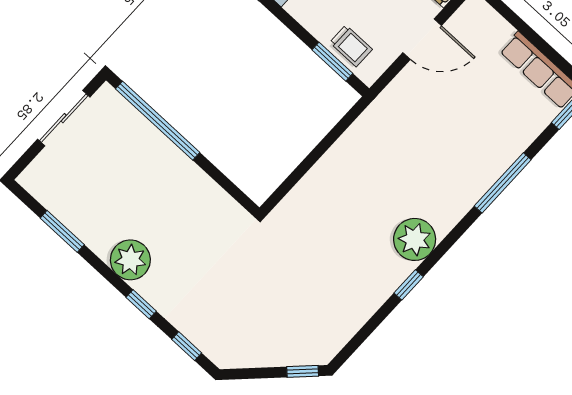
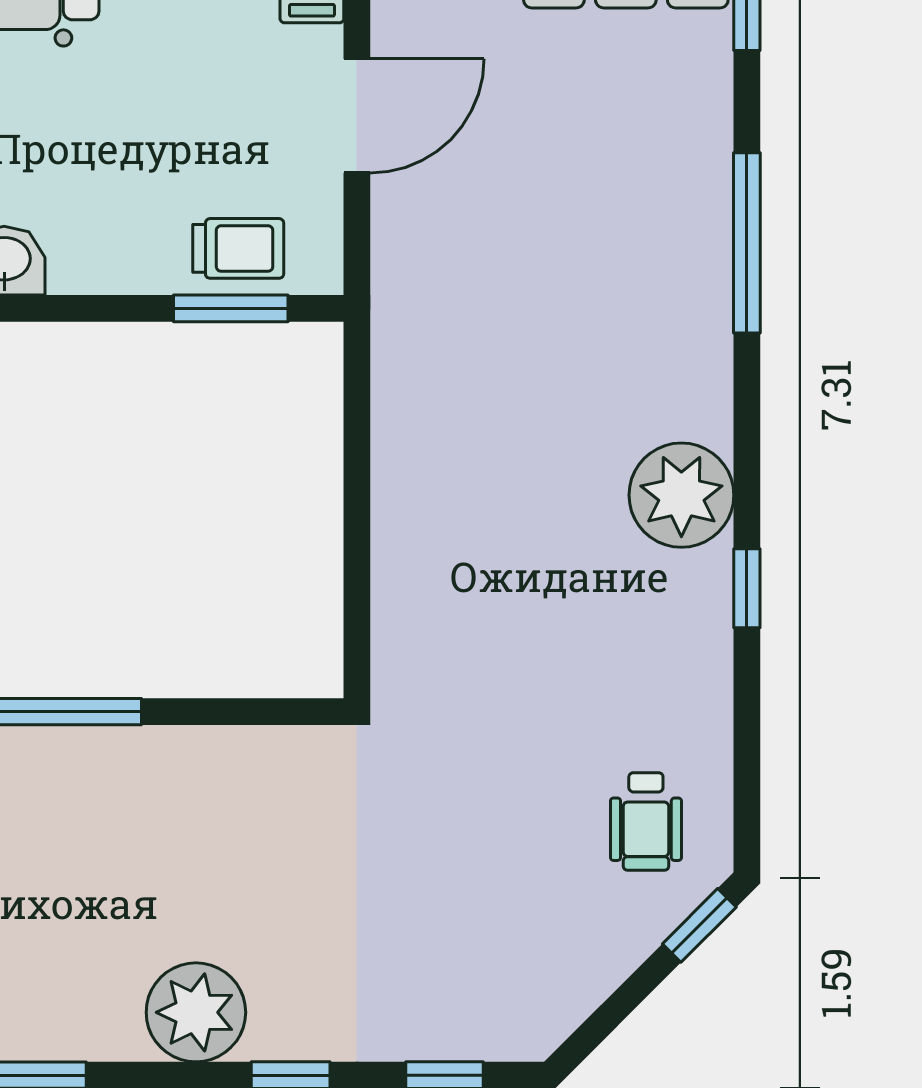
wheelchair: (315, 326) -> (646, 821), added

